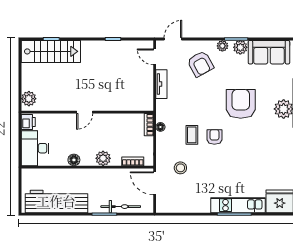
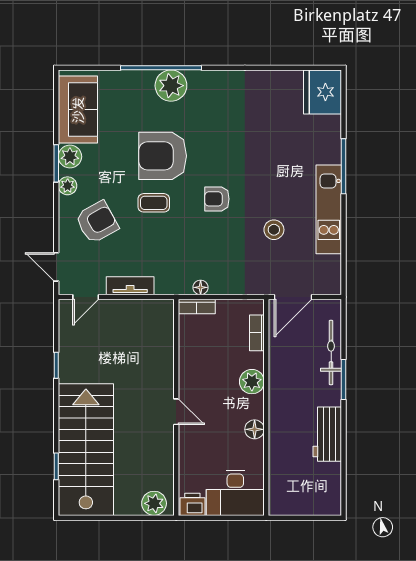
stairs: (51, 51) -> (86, 450), width x1.36, depth x1.51
coffee table: (192, 135) -> (154, 203), moved
stool: (180, 168) -> (274, 230), moved
workbench: (56, 201) -> (327, 434), width x0.53, depth x0.76
kitchen unit: (238, 205) -> (329, 209), moved

